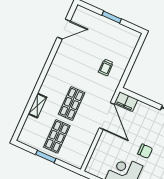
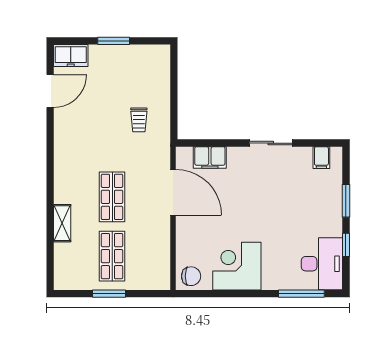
freezer: (84, 15) -> (71, 56), added
filing cabinet: (126, 102) -> (210, 158), moved
chair: (145, 151) -> (191, 276), moved

